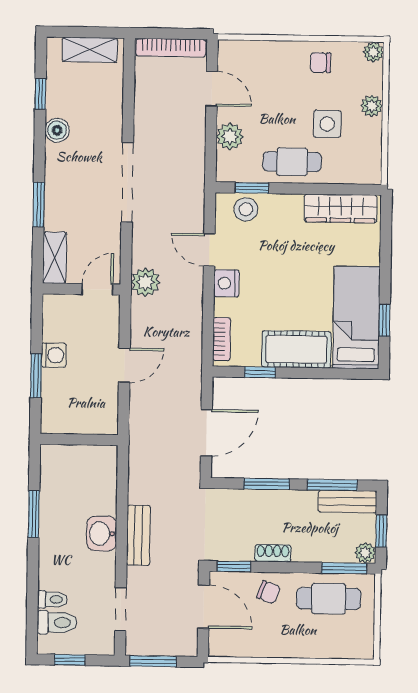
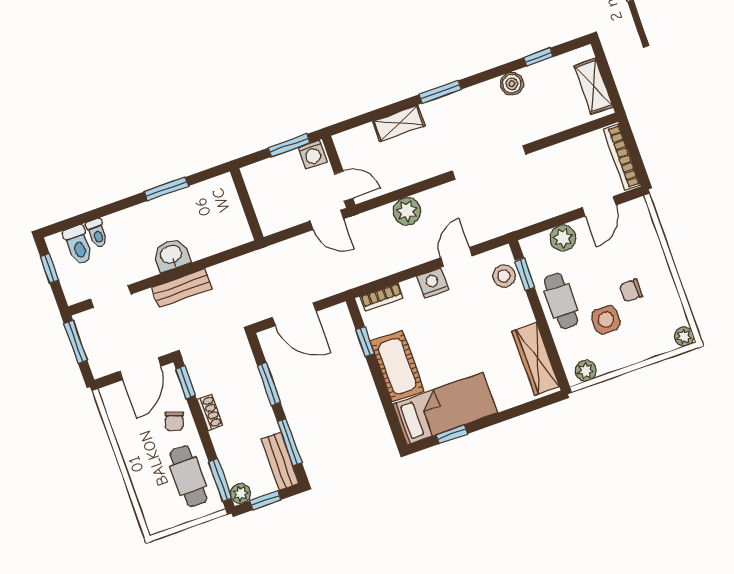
chair: (320, 63) -> (631, 291), moved, turned -90
plant: (372, 106) -> (586, 371), moved
wall: (81, 289) -> (339, 172), moved
door: (98, 289) -> (344, 186), moved

